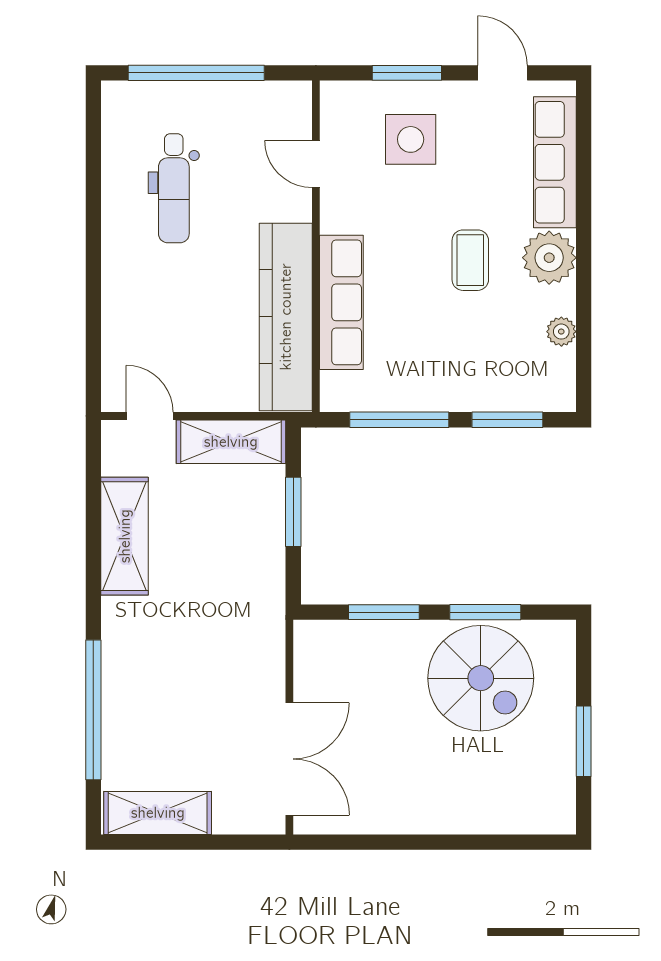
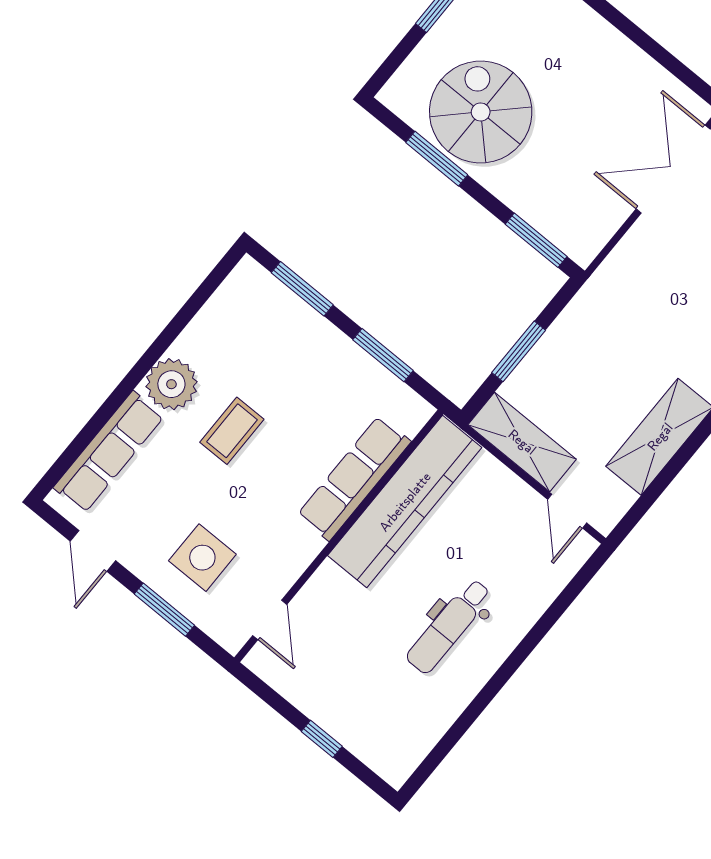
window: (196, 73) -> (322, 739), width x0.32
door: (316, 164) -> (270, 620), moved
dental chair: (174, 188) -> (449, 626), moved, turned 180
plant: (561, 332) -> (208, 322), removed
window: (399, 420) -> (383, 355), width x0.69
window: (384, 612) -> (536, 240), moved

